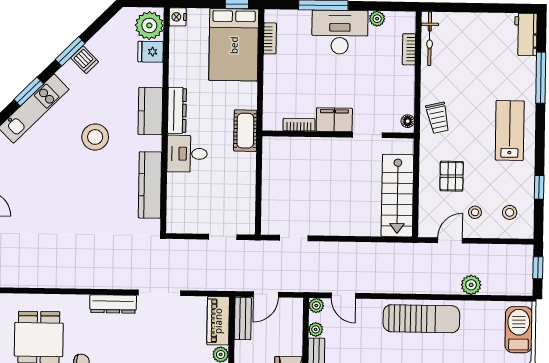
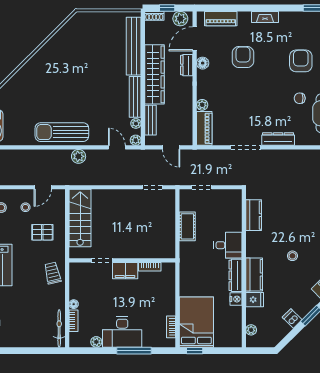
nightstand: (178, 17) -> (236, 299), moved
plant: (149, 25) -> (251, 330), width x0.53, depth x0.53
fridge: (151, 52) -> (255, 300), moved
dishwasher: (85, 60) -> (292, 318), moved
floor lamp: (408, 121) -> (74, 304), moved
cot: (245, 131) -> (187, 226), moved
stool: (95, 137) -> (292, 256), width x0.53, depth x0.53
pallet: (452, 176) -> (42, 232), turned 90
kitchen counter: (150, 185) -> (254, 215), width x0.67
plant: (471, 285) -> (79, 156), moved
door: (266, 294) -> (171, 147), swing flipped
bench: (243, 319) -> (151, 120), moved

